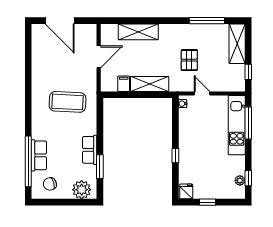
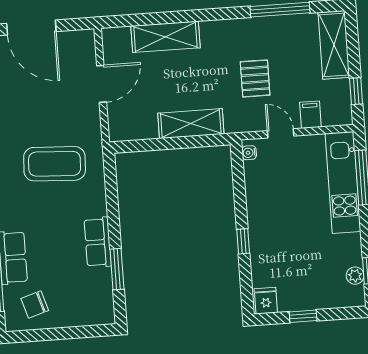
filing cabinet: (124, 84) -> (310, 115), moved
plant: (82, 190) -> (89, 310), removed

